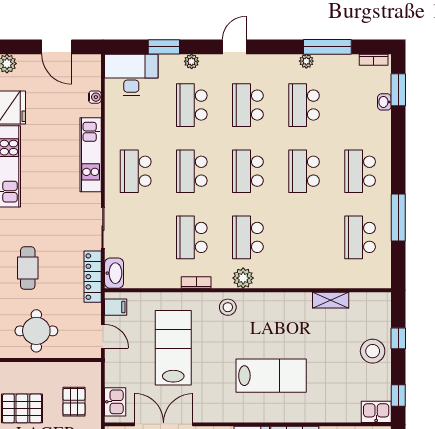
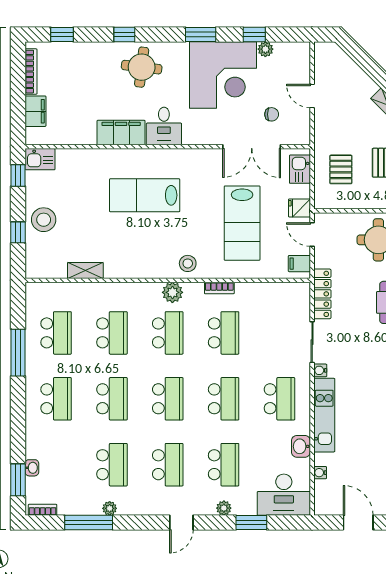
water cooler: (95, 200) -> (320, 370), added
school desk: (304, 237) -> (112, 333), added
washbasin: (114, 273) -> (301, 446), moved, width x0.72
fridge: (116, 363) -> (299, 208), added

